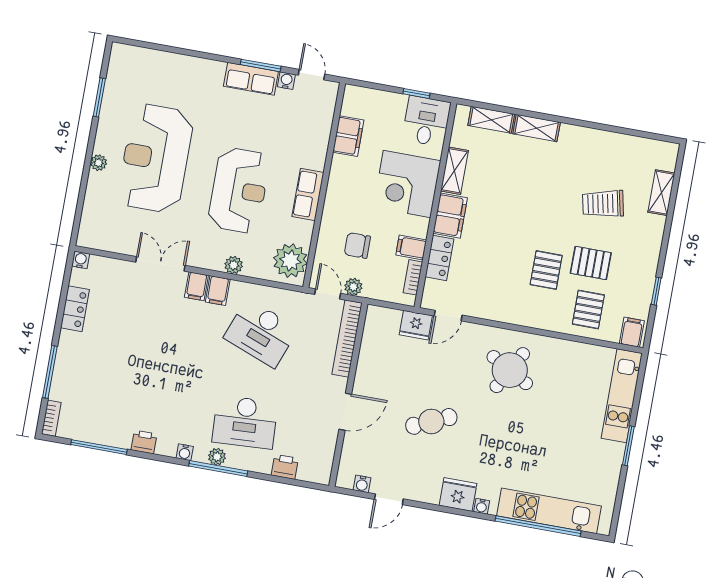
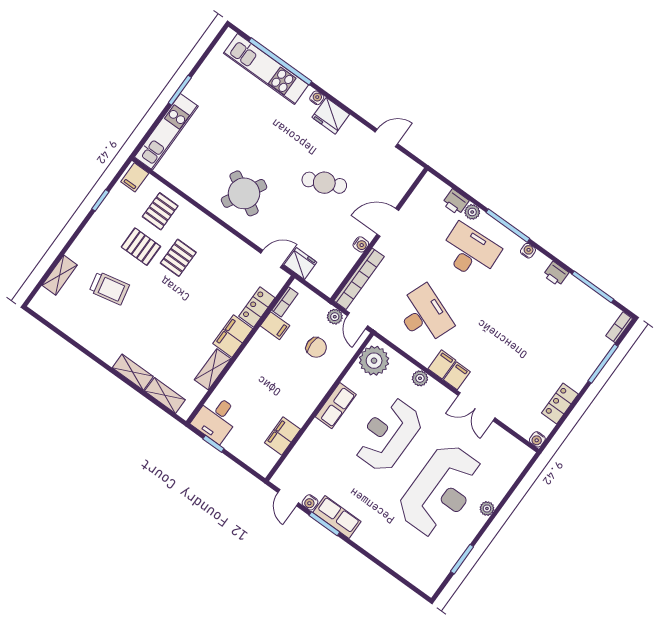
corner desk: (407, 184) -> (255, 377), removed
plant: (217, 457) -> (472, 212), moved
water cooler: (362, 484) -> (361, 244), moved, turned 90

